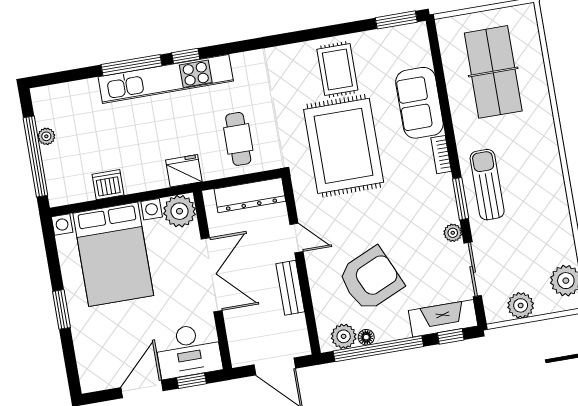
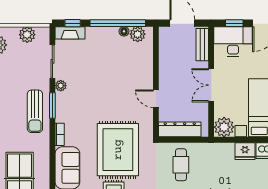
fridge: (184, 171) -> (245, 151), moved
double door: (212, 275) -> (211, 85), width x0.73
armchair: (371, 279) -> (115, 66), removed
bench: (290, 288) -> (202, 45), moved
fireplace: (443, 318) -> (70, 33), width x0.73, depth x0.76

